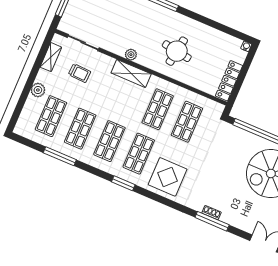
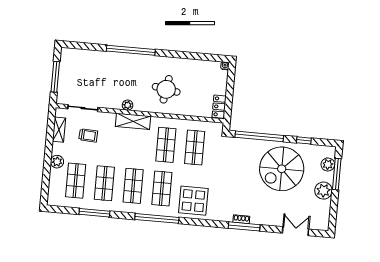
locker: (229, 81) -> (219, 107), width x0.66
window: (123, 183) -> (157, 218), width x2.11

